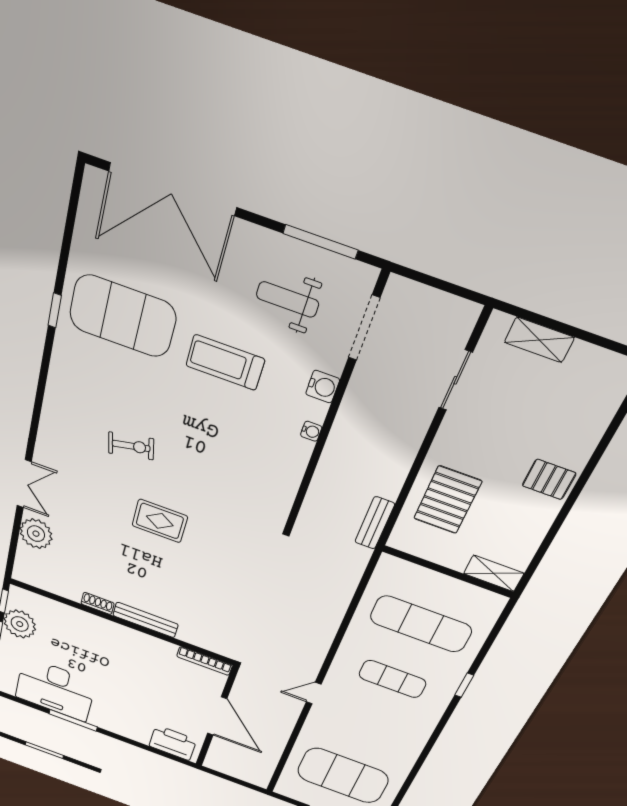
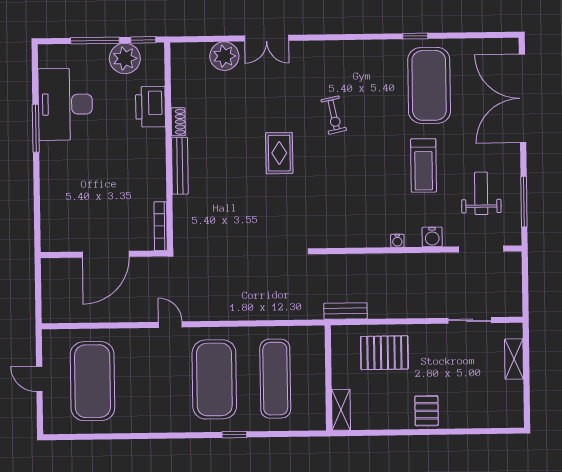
treadmill: (225, 362) -> (424, 165), turned 180
exercise mat: (392, 679) -> (214, 379), width x2.00, depth x1.45
printer: (173, 743) -> (151, 107), moved, turned 180

